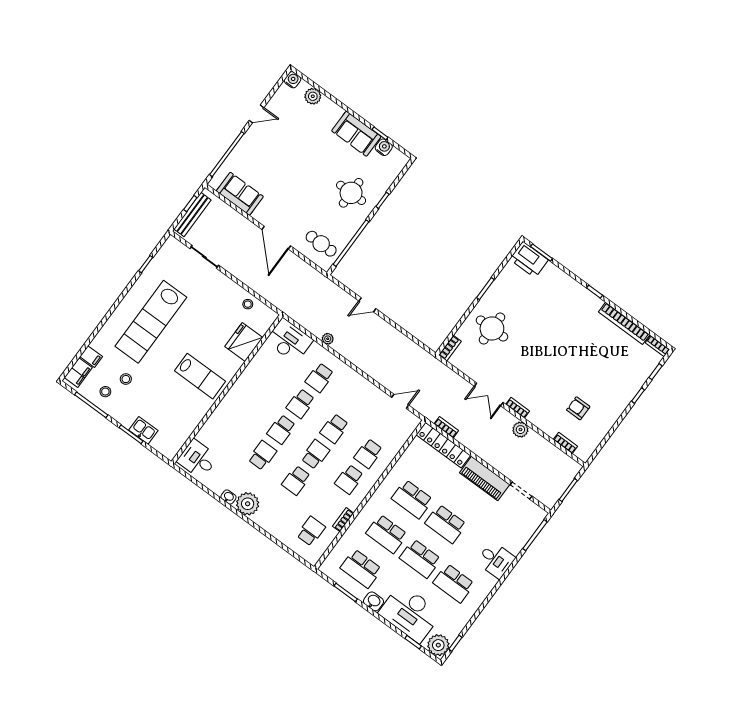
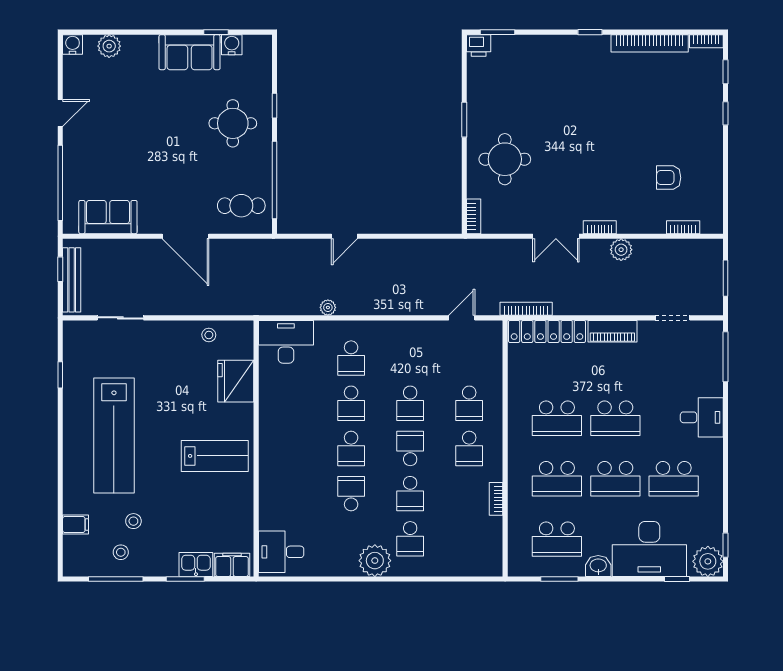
printer: (529, 260) -> (479, 45), width x0.53, depth x0.68
filing cabinet: (78, 373) -> (232, 565), moved, turned -90
bookcase: (446, 427) -> (526, 309), width x1.56
piano: (485, 479) -> (612, 331), width x0.73, depth x0.75
washbasin: (228, 497) -> (348, 569), removed
school desk: (311, 531) -> (410, 539), moved, turned 180

